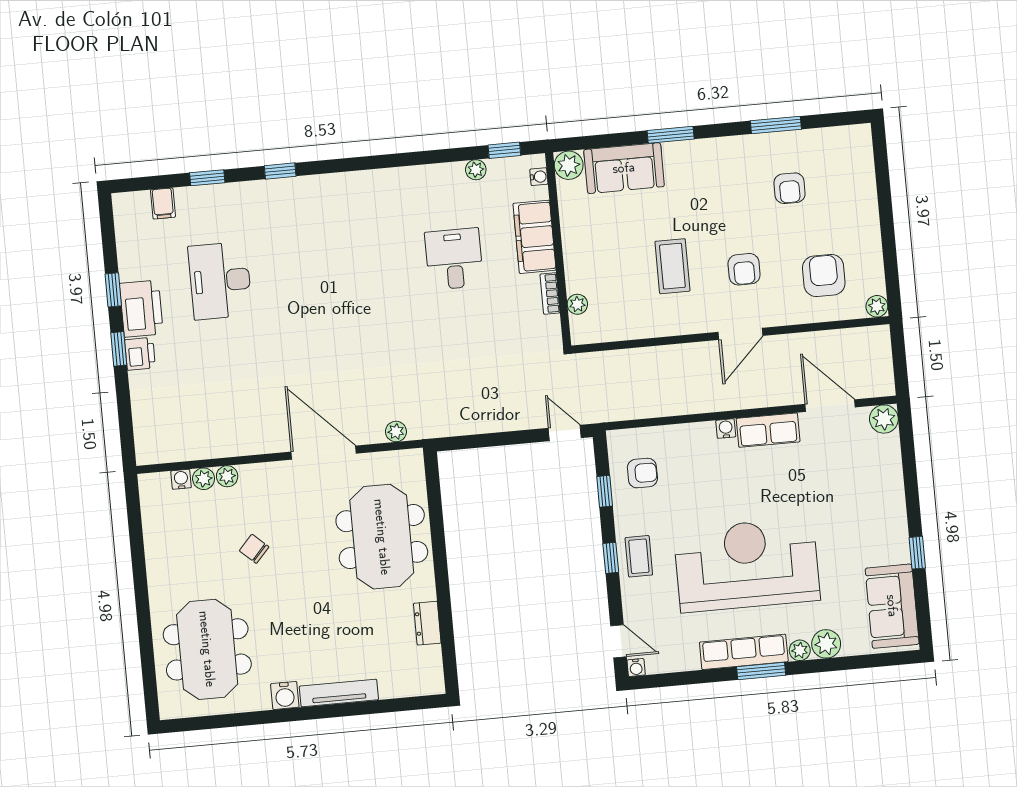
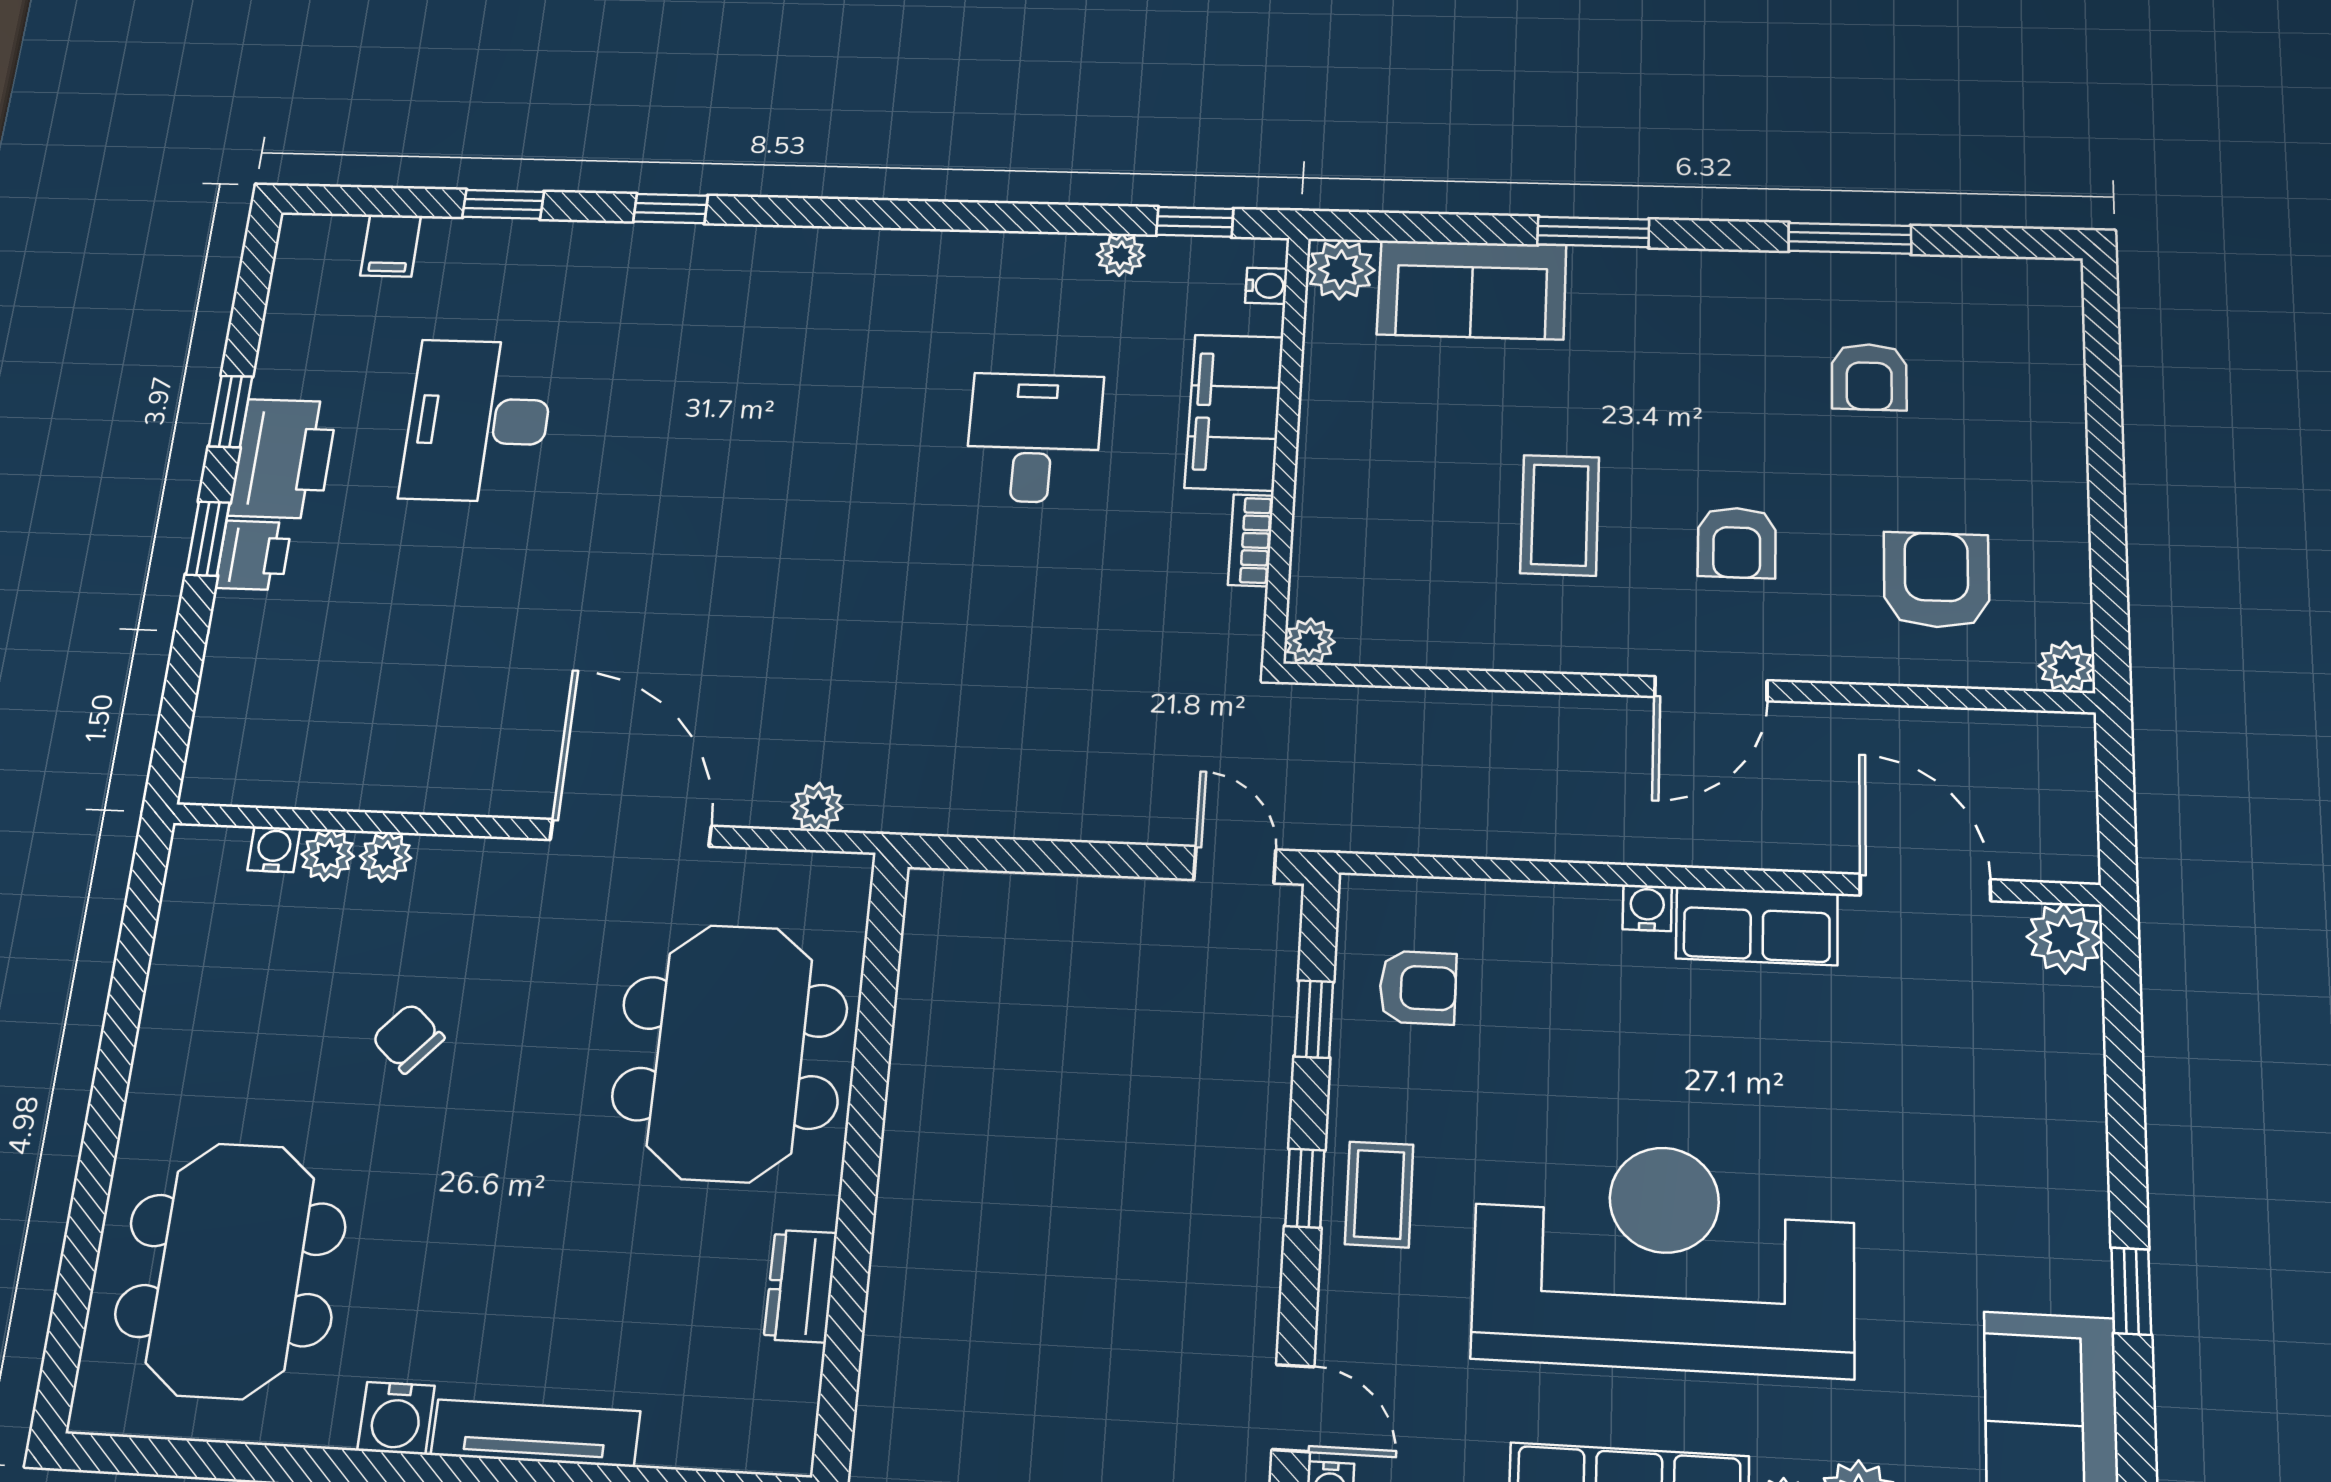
plant: (577, 304) -> (1310, 641), moved

